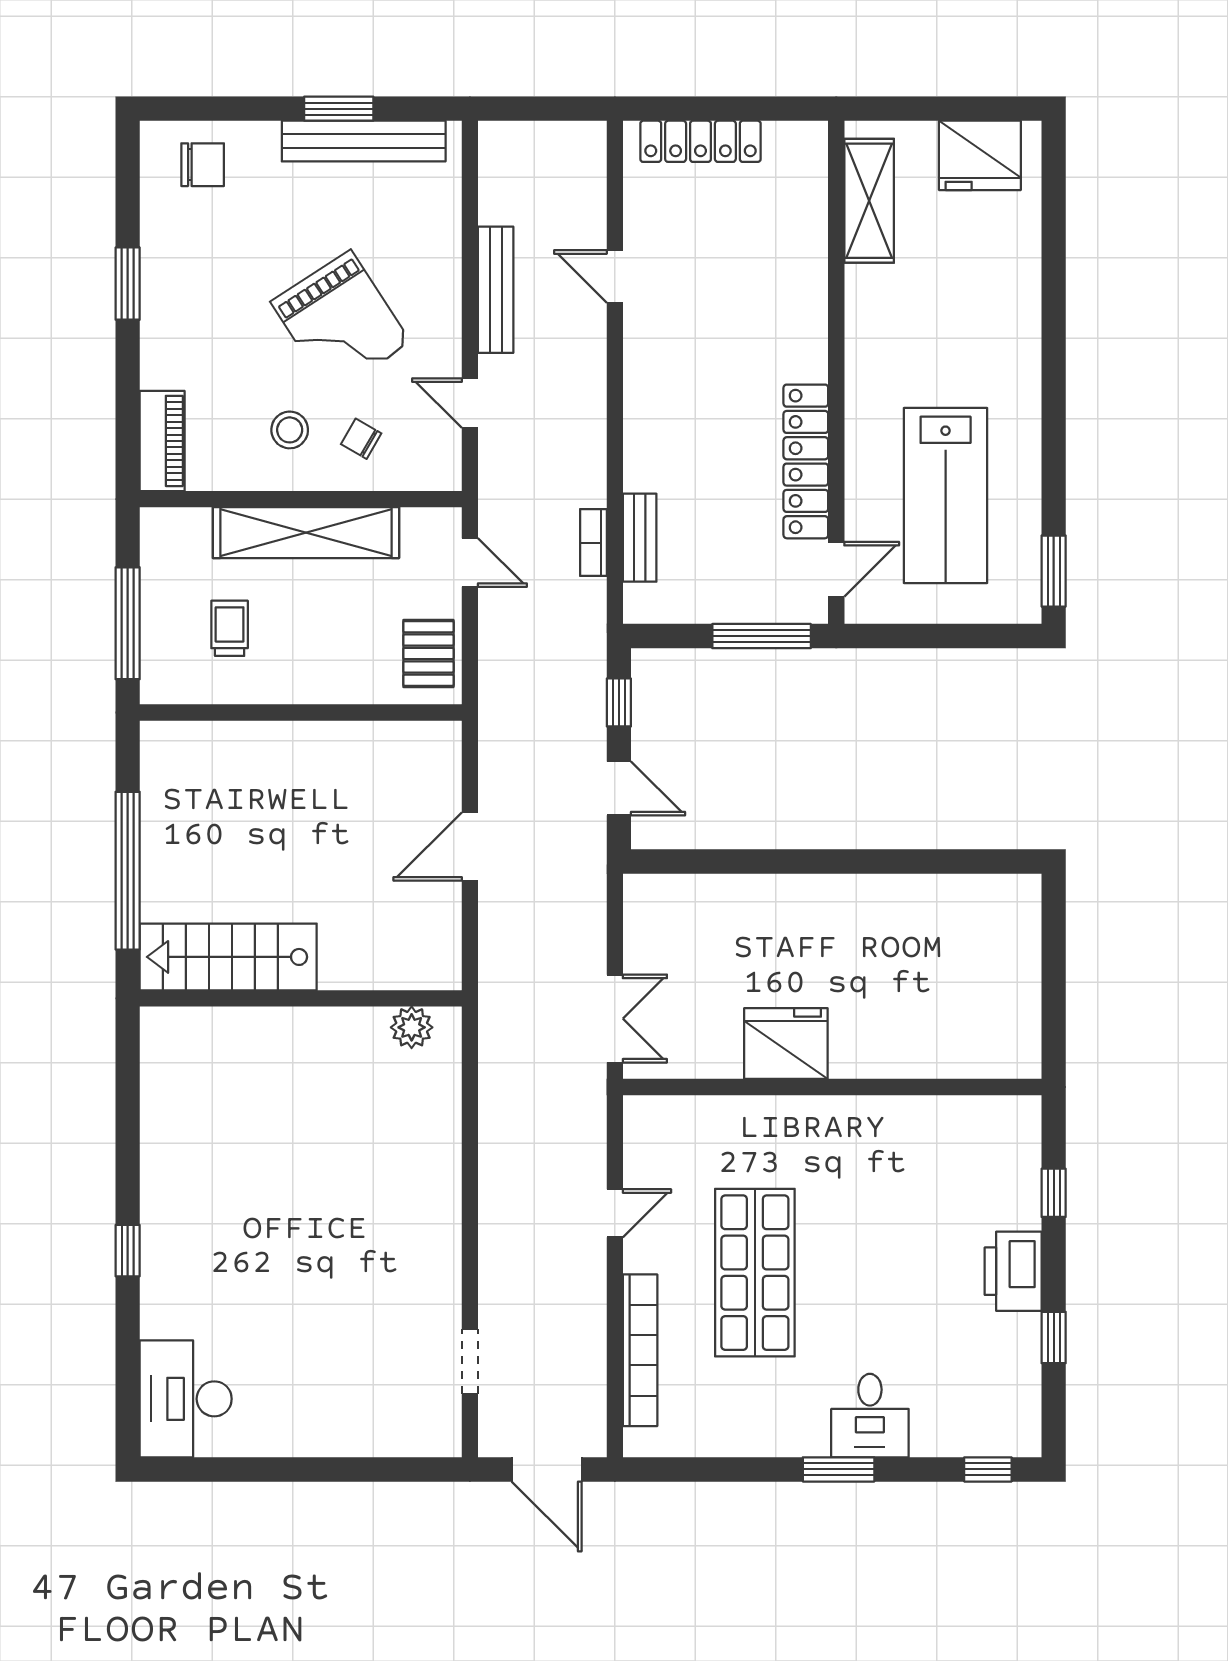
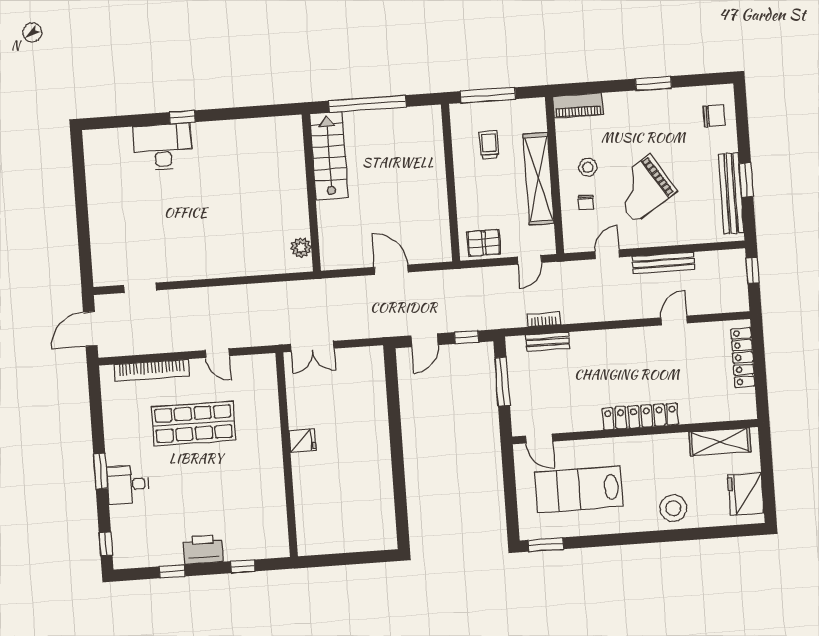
window: (524, 109) -> (753, 270), added
chair: (203, 165) -> (714, 116), turned -90
stool: (998, 305) -> (673, 508), added
chair: (361, 439) -> (586, 203), turned 150
locker: (806, 461) -> (640, 416), moved
trolley: (230, 628) -> (489, 145), turned -90
window: (762, 636) -> (502, 382), moved
fridge: (786, 1044) -> (303, 440), width x0.53, depth x0.75
desk: (186, 1399) -> (163, 147), moved

